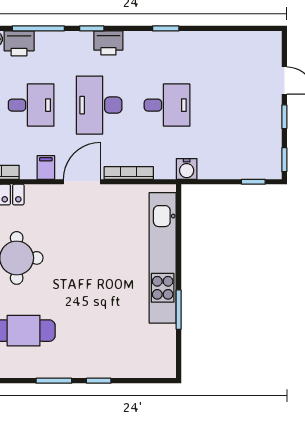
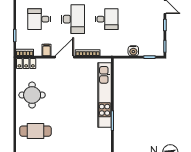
desk: (31, 105) -> (39, 19), turned 180
desk: (99, 105) -> (73, 19), turned 180
water cooler: (187, 169) -> (133, 51), moved

